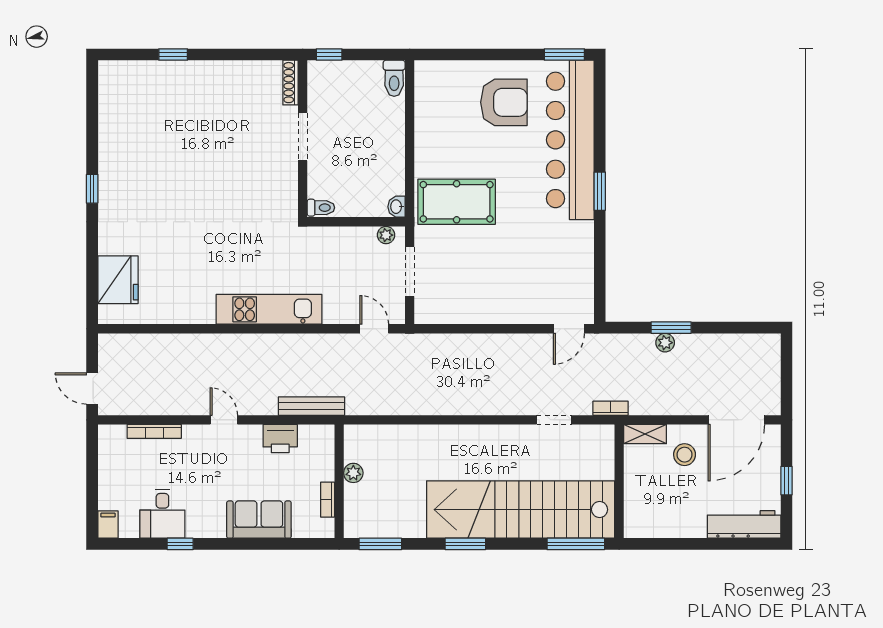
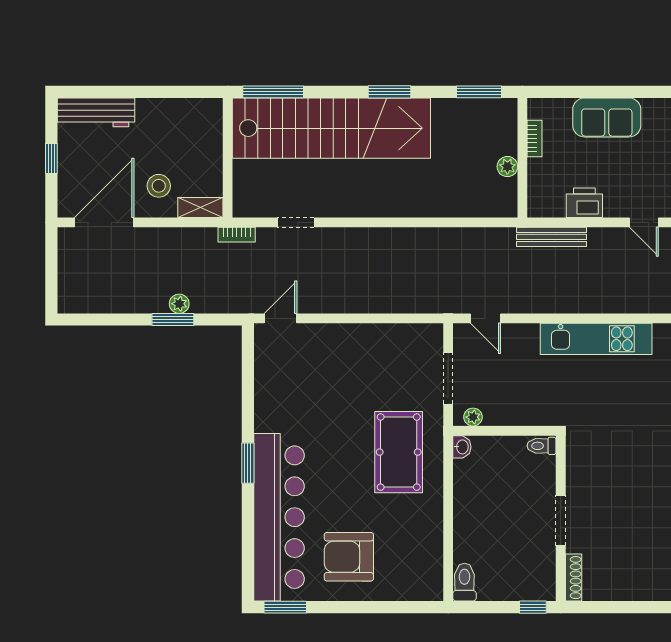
pool table: (457, 202) -> (399, 452), turned 90

